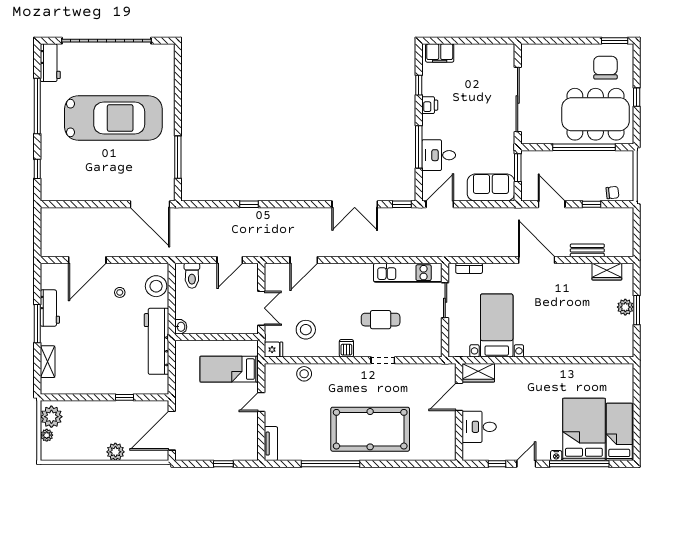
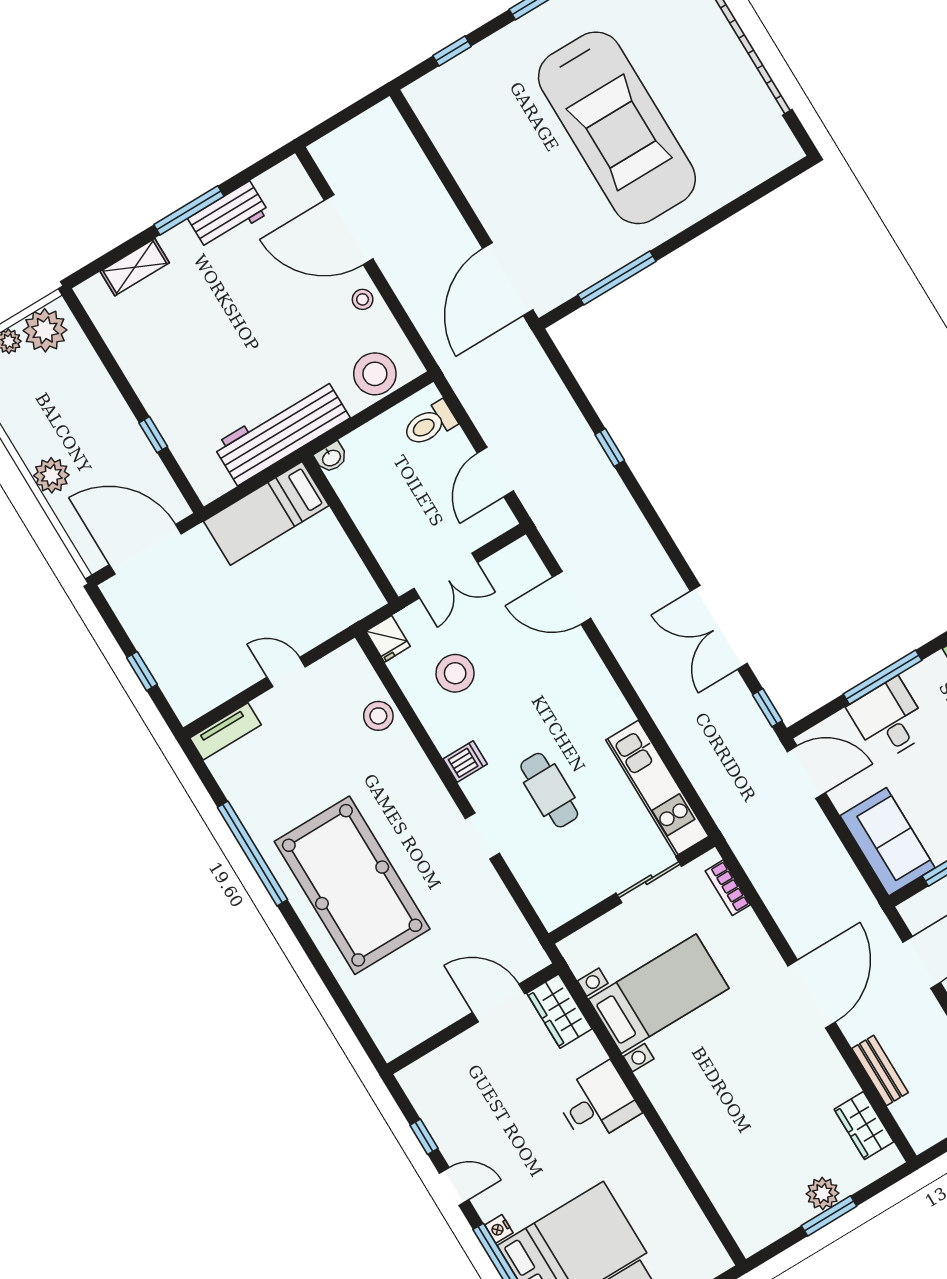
door: (230, 260) -> (495, 472), hinge flipped
stool: (120, 292) -> (363, 299), moved
bed: (229, 369) -> (266, 513), moved, turned -90
desk: (479, 427) -> (597, 1103), moved, turned 90

